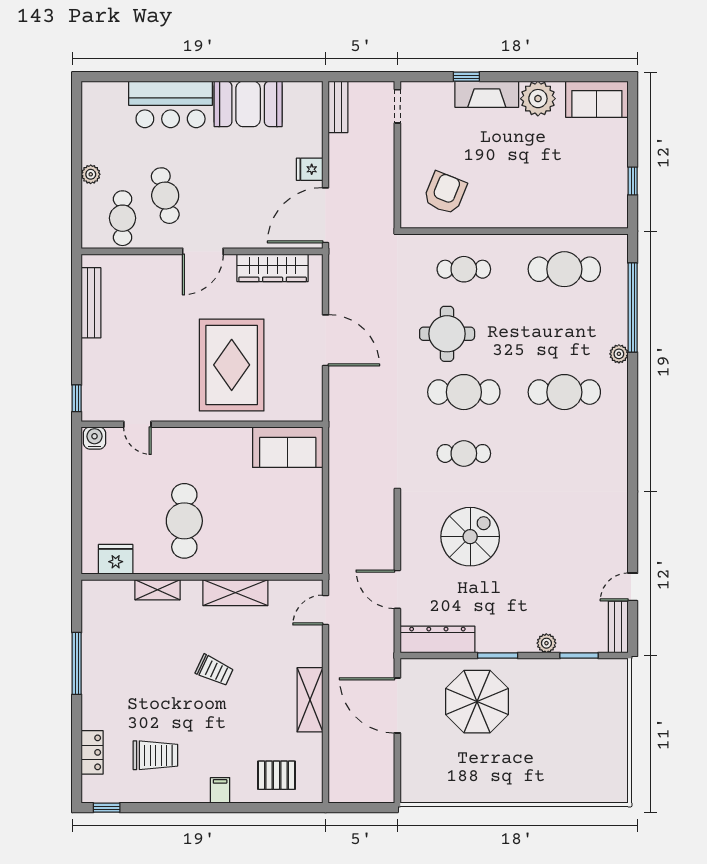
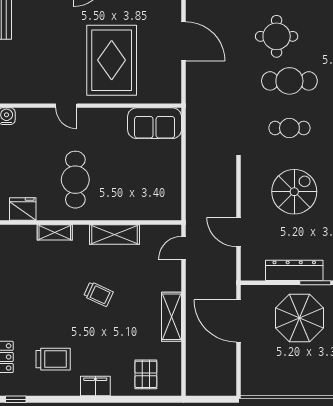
door: (137, 424) -> (66, 106), moved
dresser: (437, 639) -> (294, 270), moved
pallet: (276, 775) -> (146, 374), turned 90
filing cabinet: (220, 790) -> (95, 386), width x2.00

